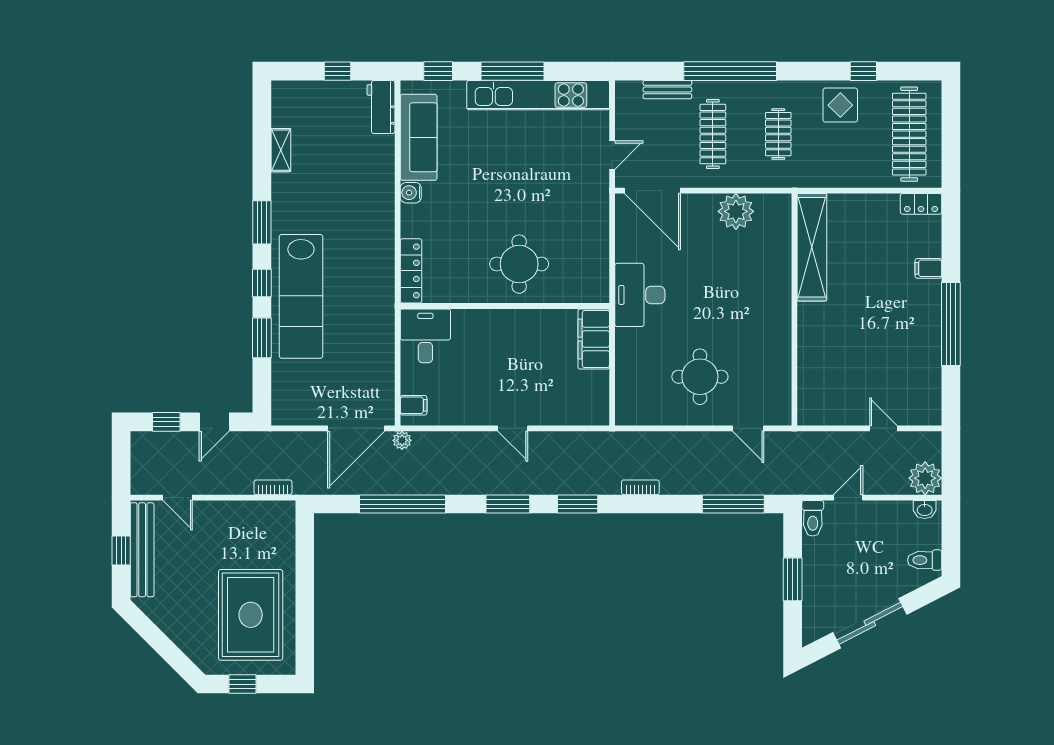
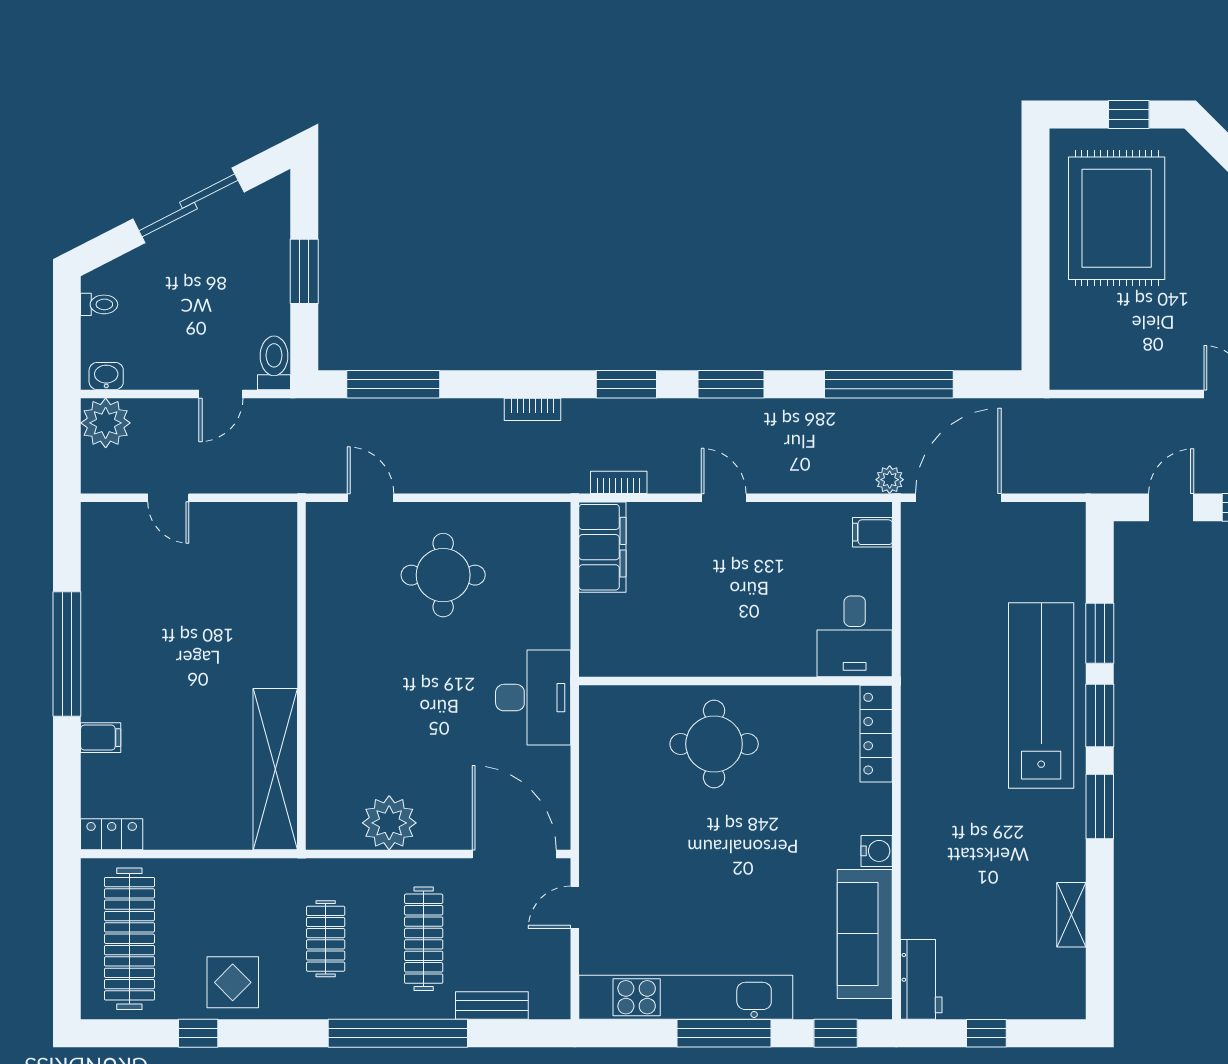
window: (262, 283) -> (1100, 715), width x1.50
filing cabinet: (594, 339) -> (602, 547), moved
bookcase: (273, 487) -> (619, 482), moved, turned 180
toilet: (925, 560) -> (99, 304), width x0.73, depth x0.72

